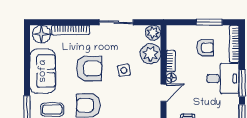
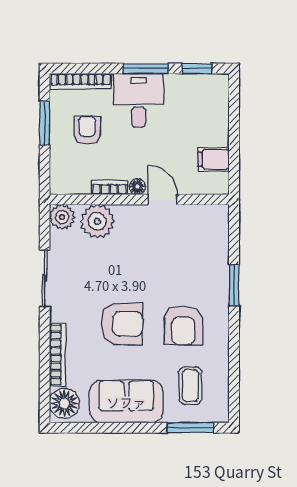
armchair: (89, 68) -> (122, 324), turned 90
side table: (124, 70) -> (125, 266), removed

